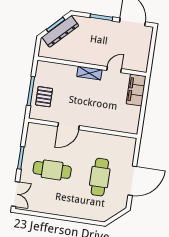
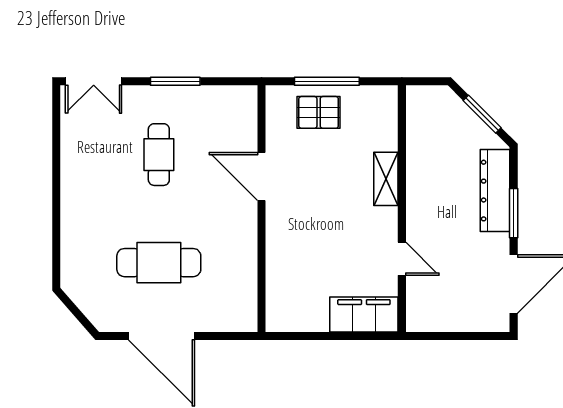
dresser: (60, 31) -> (495, 191), moved, turned 45
shelving: (89, 73) -> (386, 179), moved
cafe table: (52, 170) -> (159, 155), width x0.73, depth x0.74

